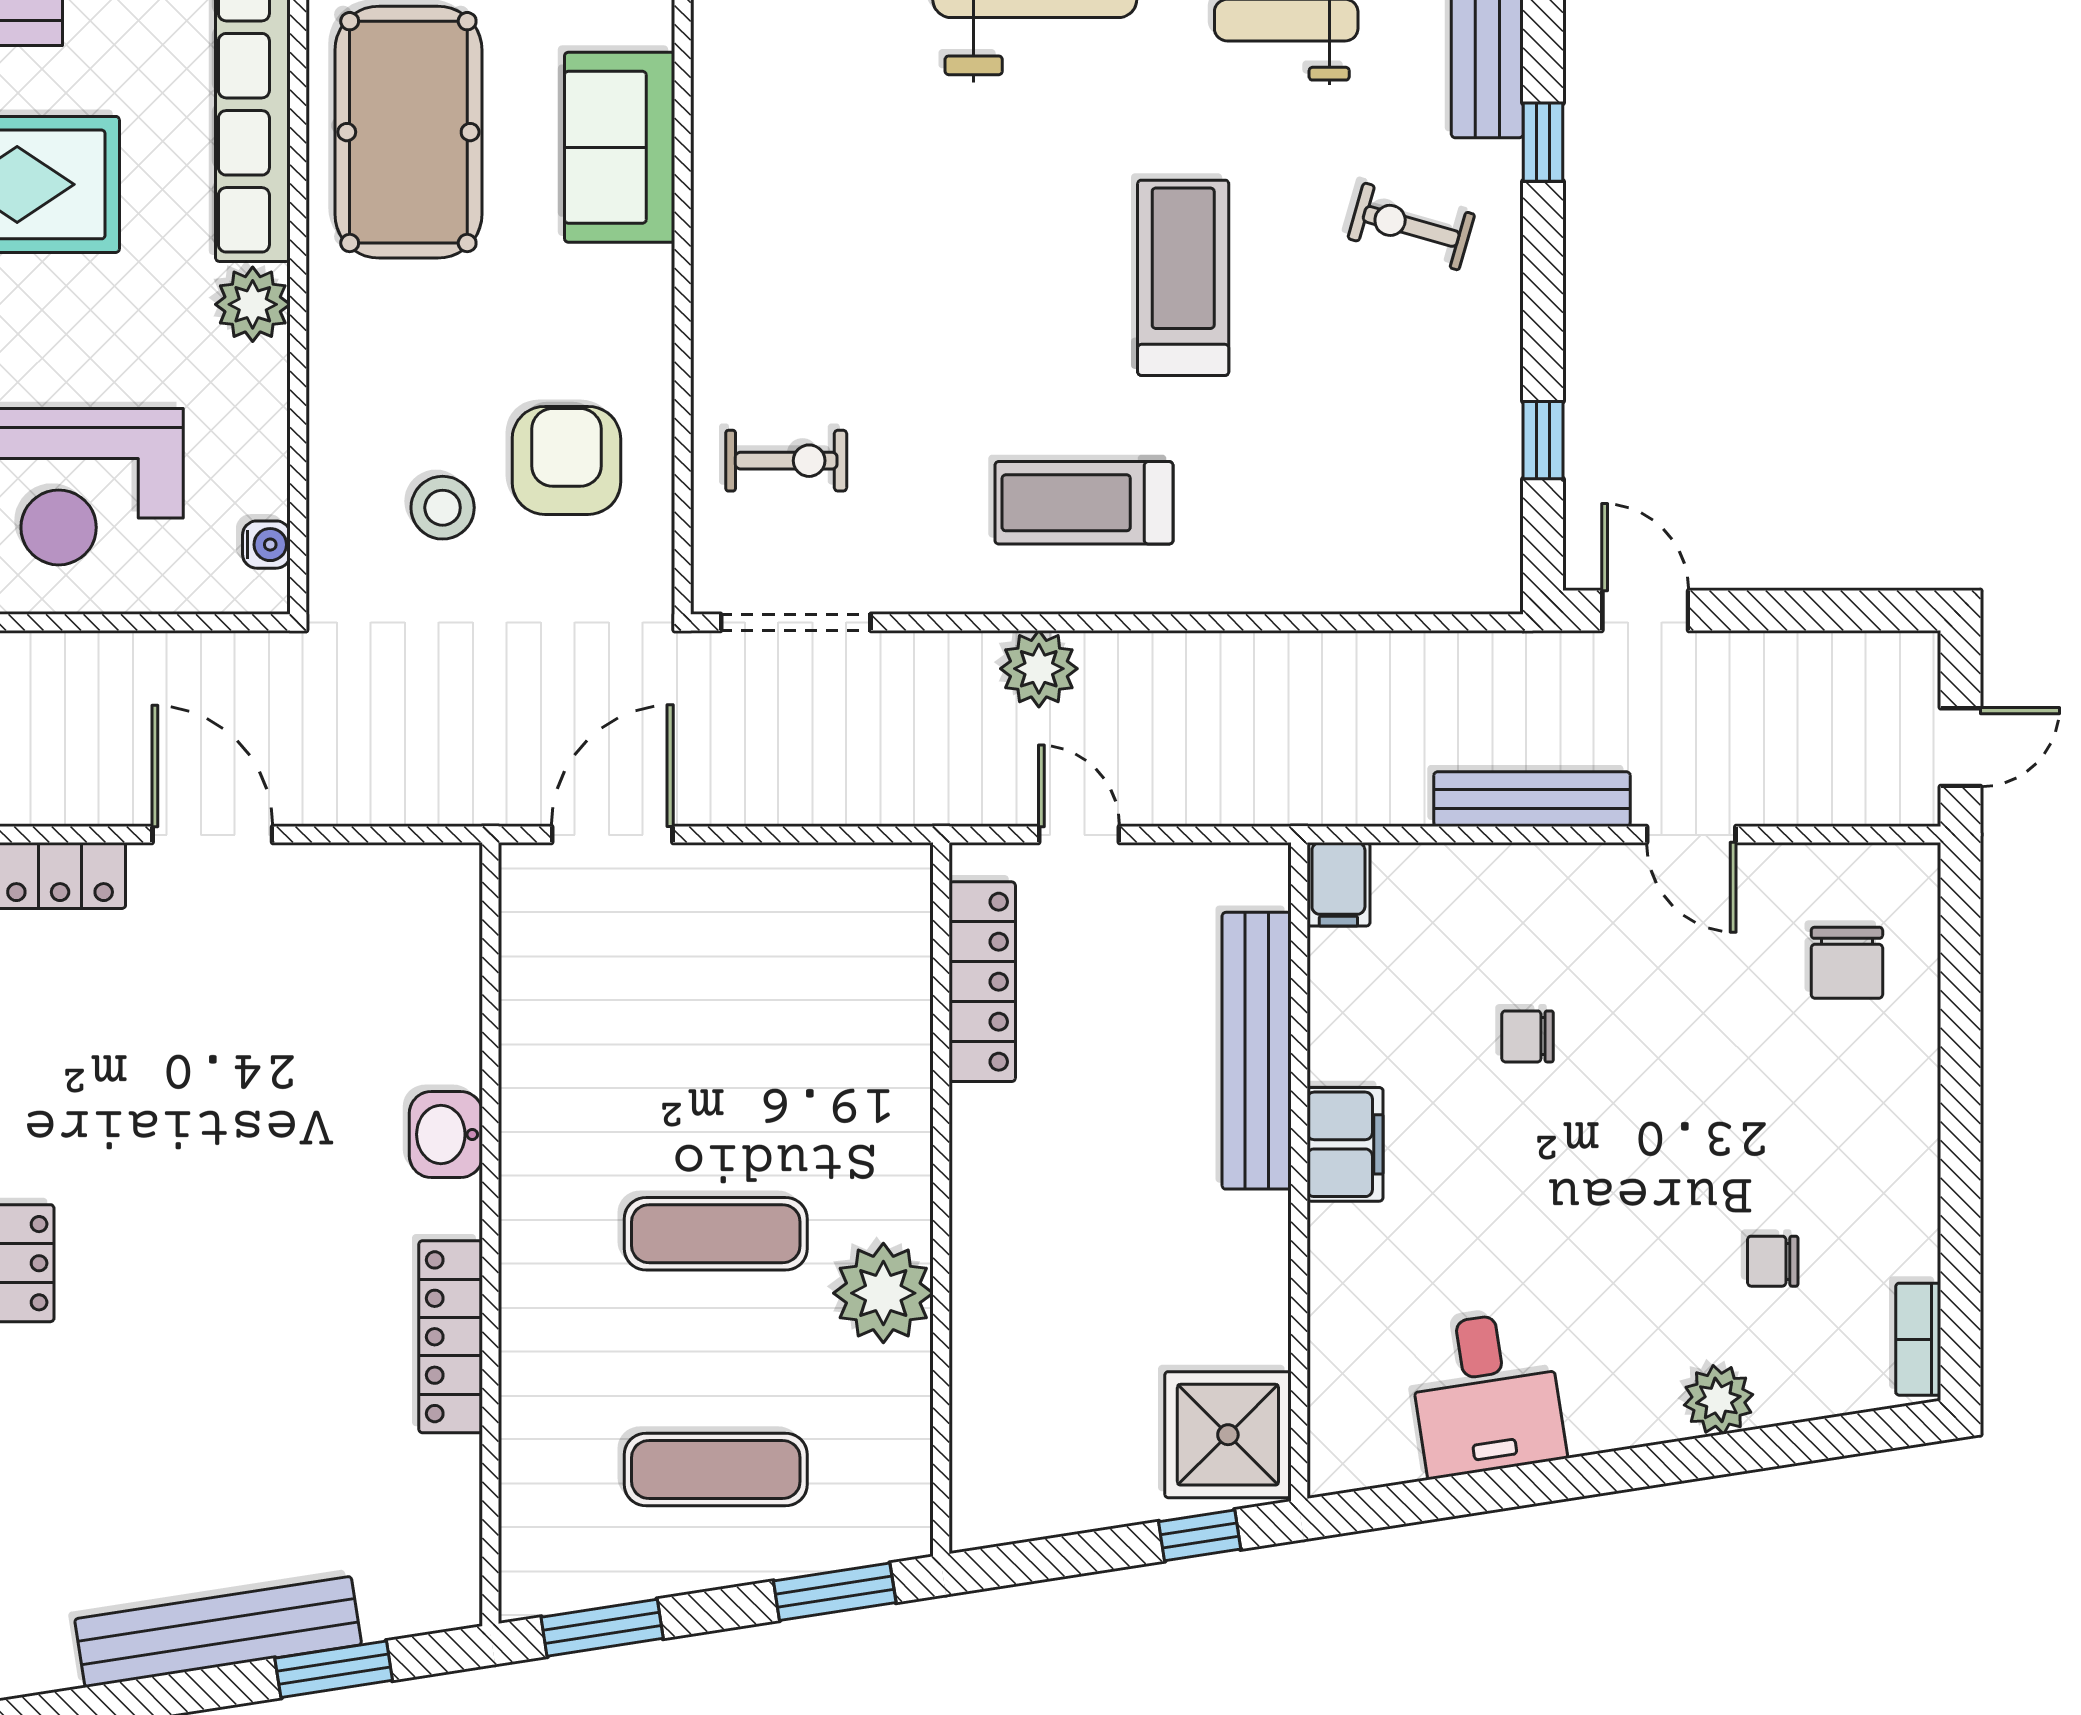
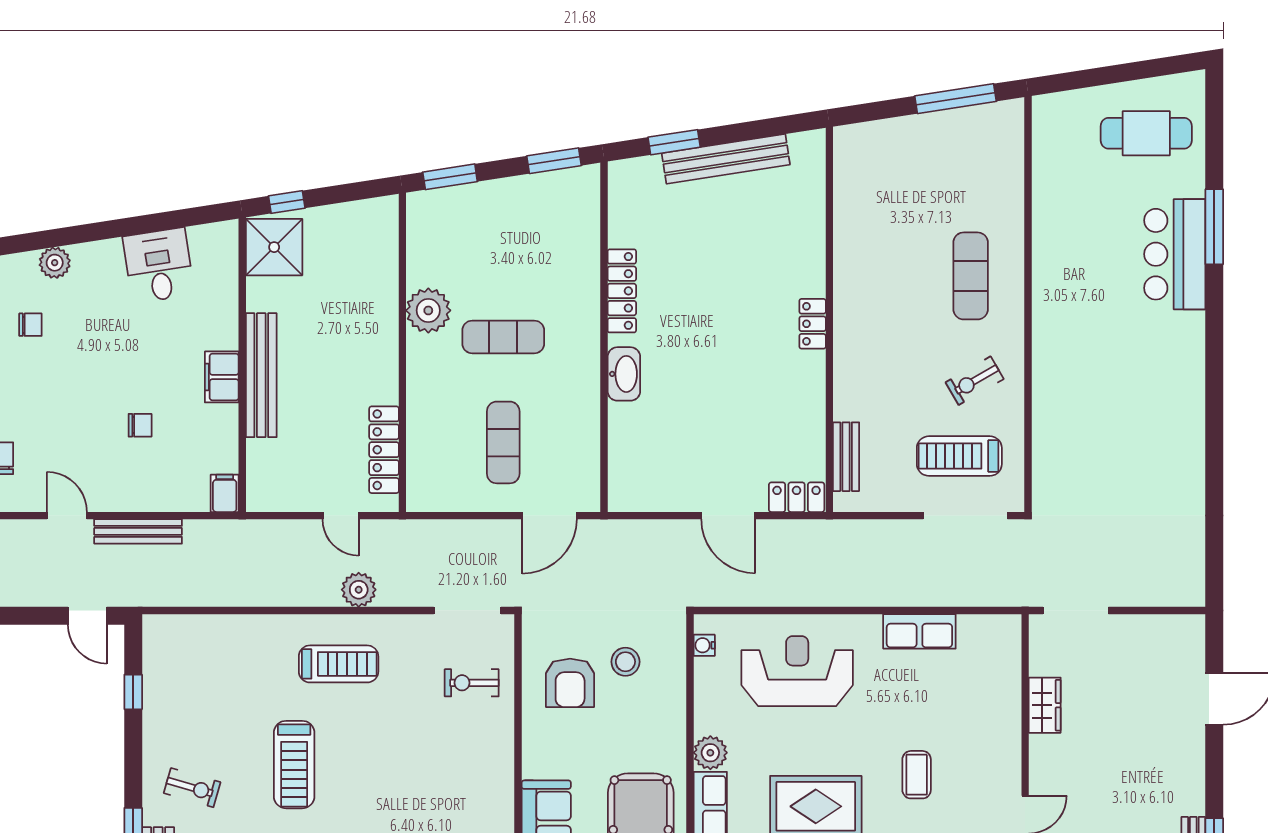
bench: (1257, 1051) -> (261, 375), moved
washbasin: (446, 1134) -> (624, 374), width x1.38
exercise mat: (716, 1470) -> (503, 442), moved, turned 90

